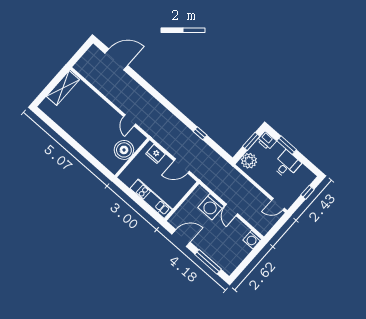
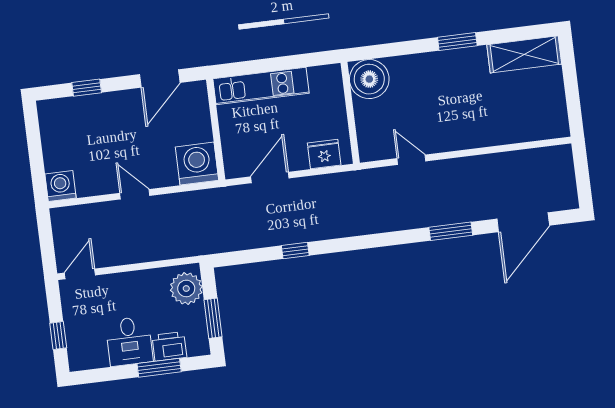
window: (143, 83) -> (451, 231), added
shelving: (63, 88) -> (524, 54), moved, turned 90
printer: (267, 141) -> (169, 346), moved
window: (72, 142) -> (457, 41), added
boiler: (124, 150) -> (369, 79), moved
washing machine: (211, 207) -> (197, 164), moved
window: (208, 262) -> (87, 88), width x0.46

